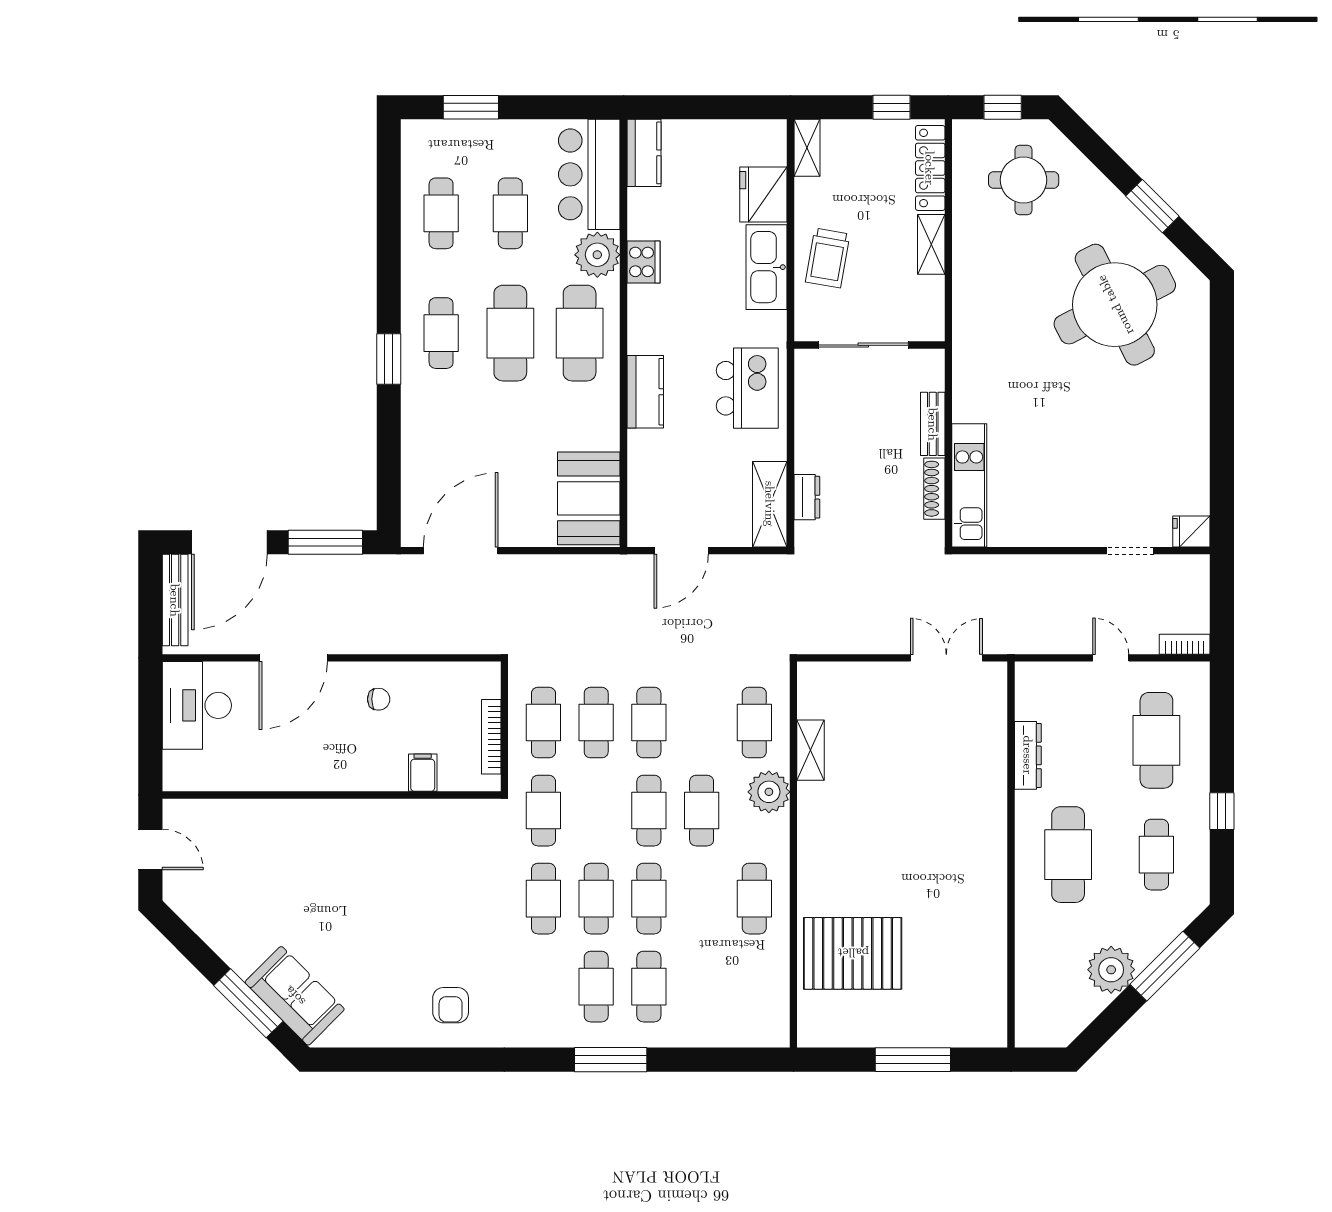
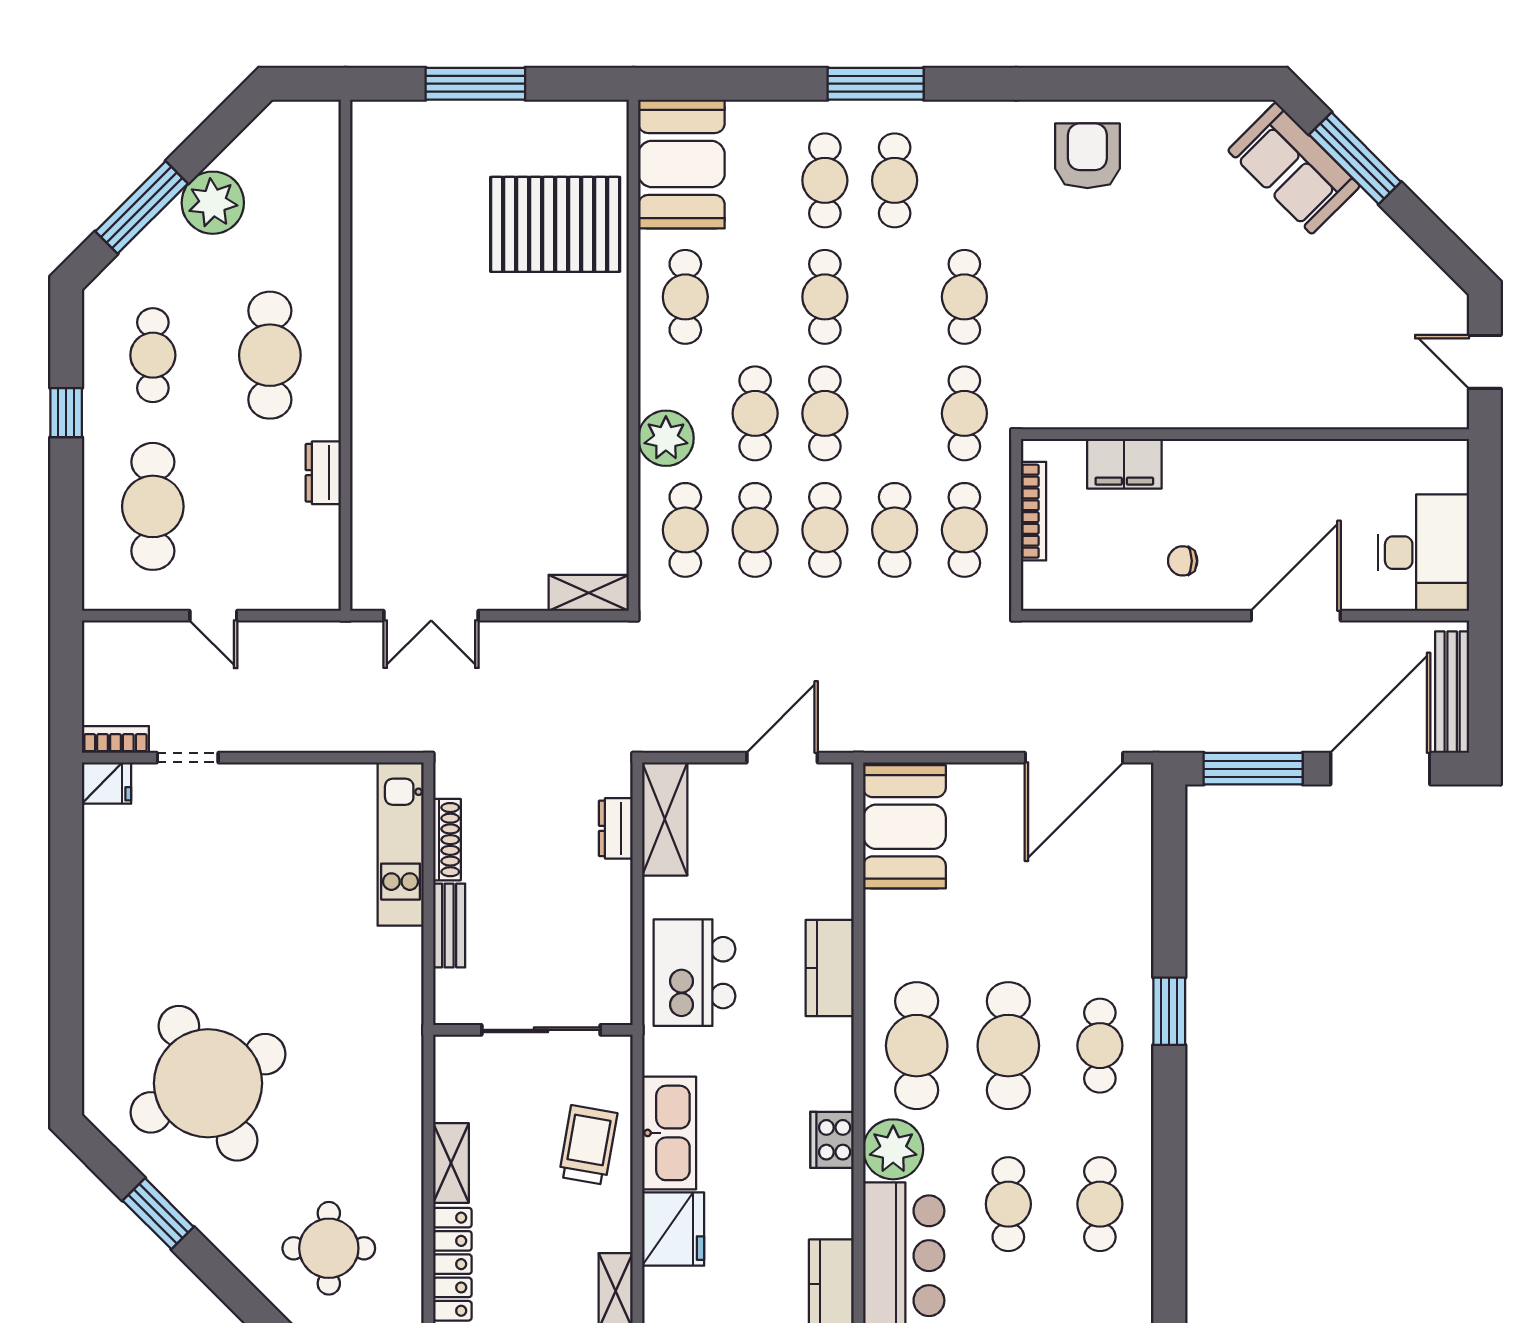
bookcase: (1185, 644) -> (115, 739), moved, turned 180
shelving: (811, 750) -> (589, 593), moved, turned 90
dresser: (1028, 755) -> (323, 473), width x0.70
filing cabinet: (423, 773) -> (1124, 464), width x2.00
cafe table: (596, 899) -> (755, 530), moved
booth: (757, 999) -> (681, 164), added
armchair: (451, 1005) -> (1087, 156), width x1.38, depth x1.38

